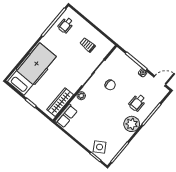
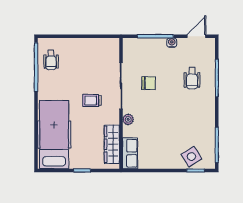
trolley: (88, 45) -> (92, 101), moved
plant: (132, 124) -> (205, 105), removed

